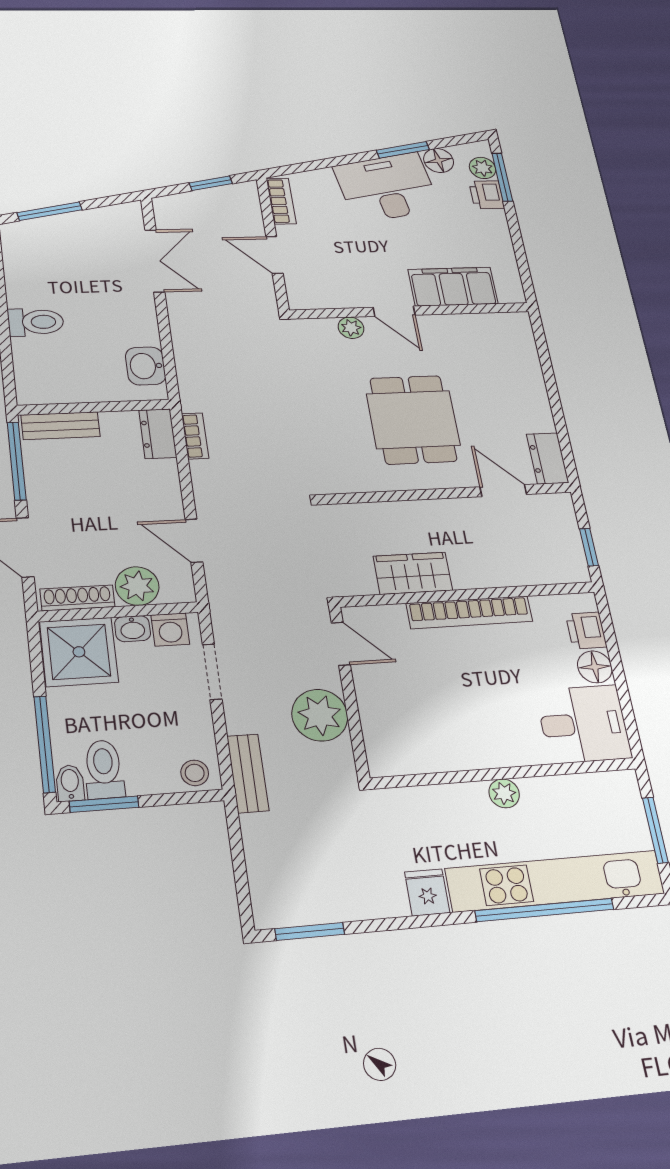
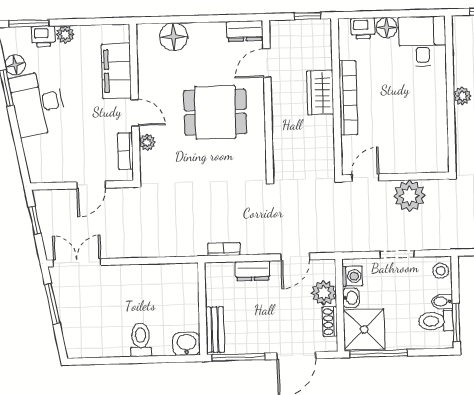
plant: (483, 168) -> (65, 34), moved
bookcase: (281, 201) -> (125, 151), moved, turned -90
window: (50, 211) -> (52, 304), moved
double door: (155, 261) -> (77, 263), moved
door: (394, 311) -> (135, 113), hinge flipped
floor lamp: (519, 361) -> (174, 37), added
washbasin: (146, 366) -> (186, 344), moved, turned 180
dresser: (158, 434) -> (253, 271), moved
wardrobe: (413, 573) -> (320, 93), moved
shoe rack: (77, 598) -> (330, 322), width x0.70
doorway: (212, 672) -> (397, 254), moved
window: (45, 744) -> (379, 354), moved
bench: (248, 773) -> (442, 241), removed
bidet: (70, 783) -> (442, 302), moved

